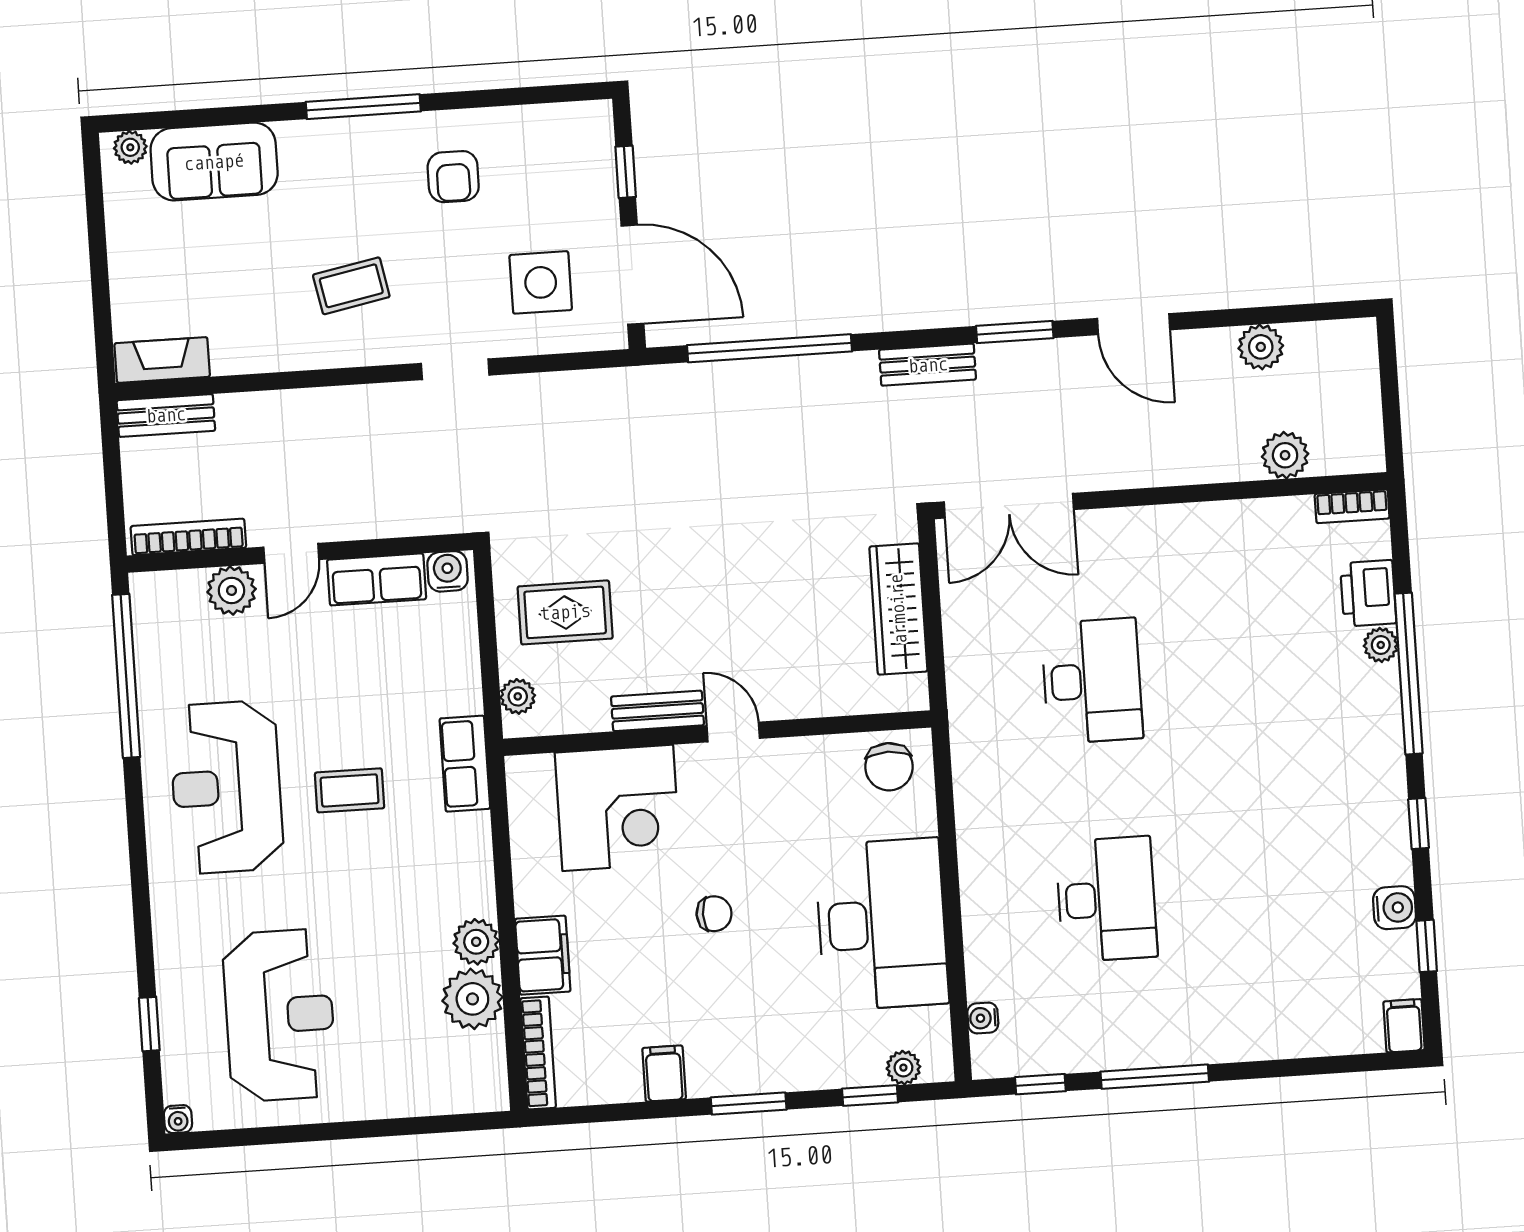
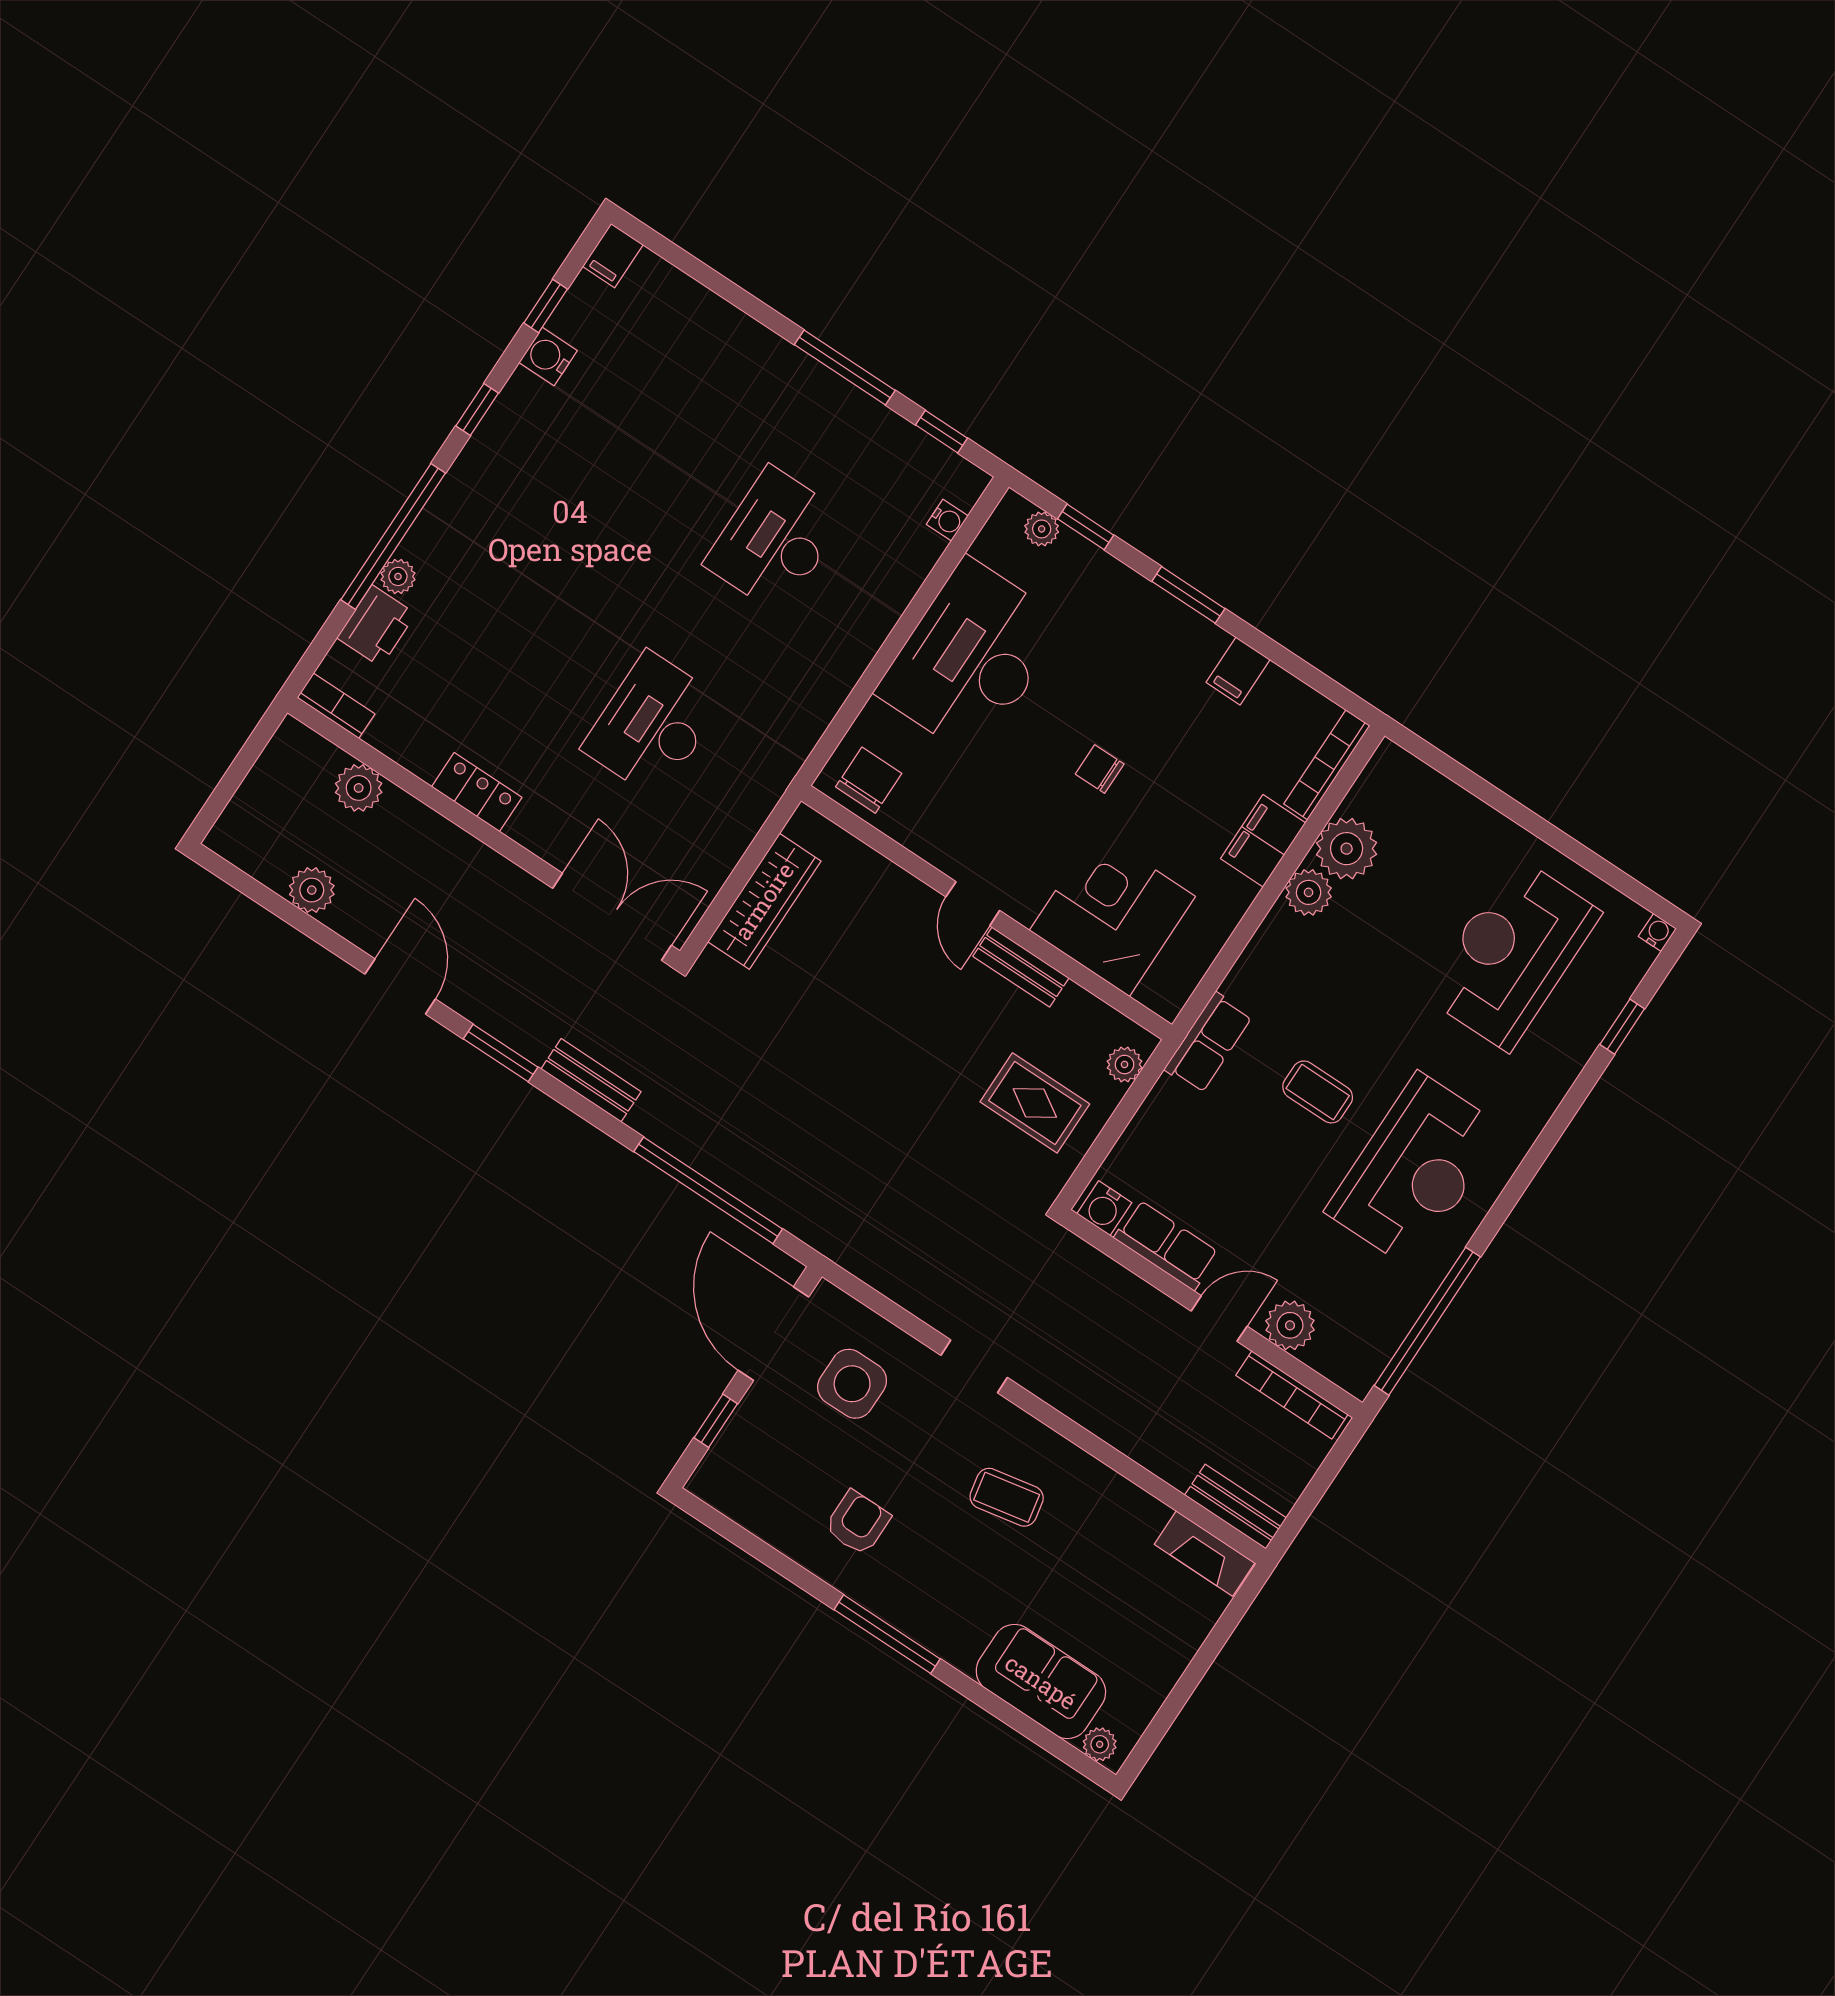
locker: (1190, 523) -> (477, 792), added

